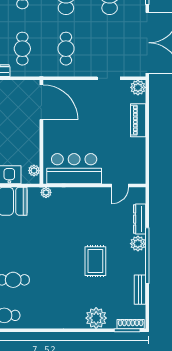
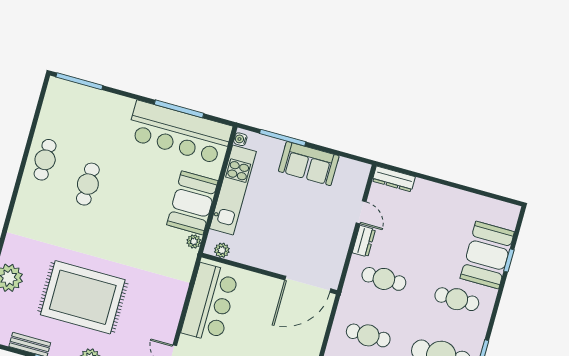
plant: (46, 192) -> (194, 241), moved
rug: (95, 261) -> (83, 297), width x1.86, depth x2.06

